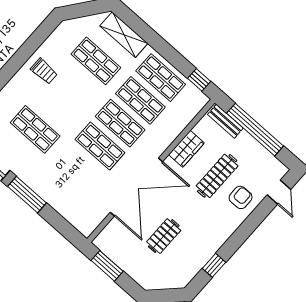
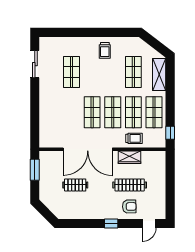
bench: (225, 121) -> (161, 165), removed
trolley: (170, 125) -> (134, 138), added
window: (255, 130) -> (170, 183), removed
window: (27, 195) -> (35, 97), removed
window: (214, 265) -> (111, 224), moved

